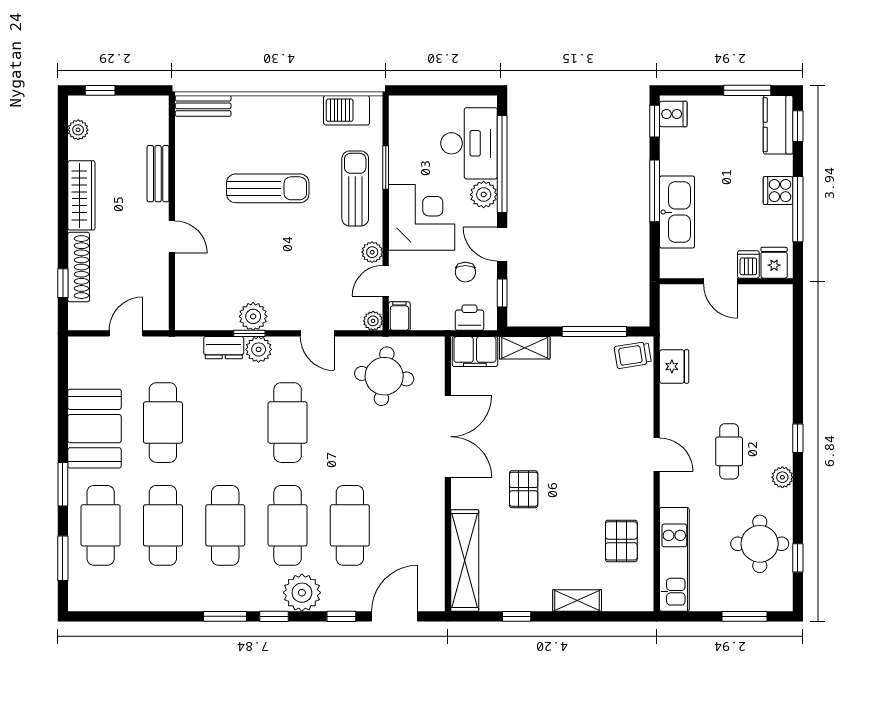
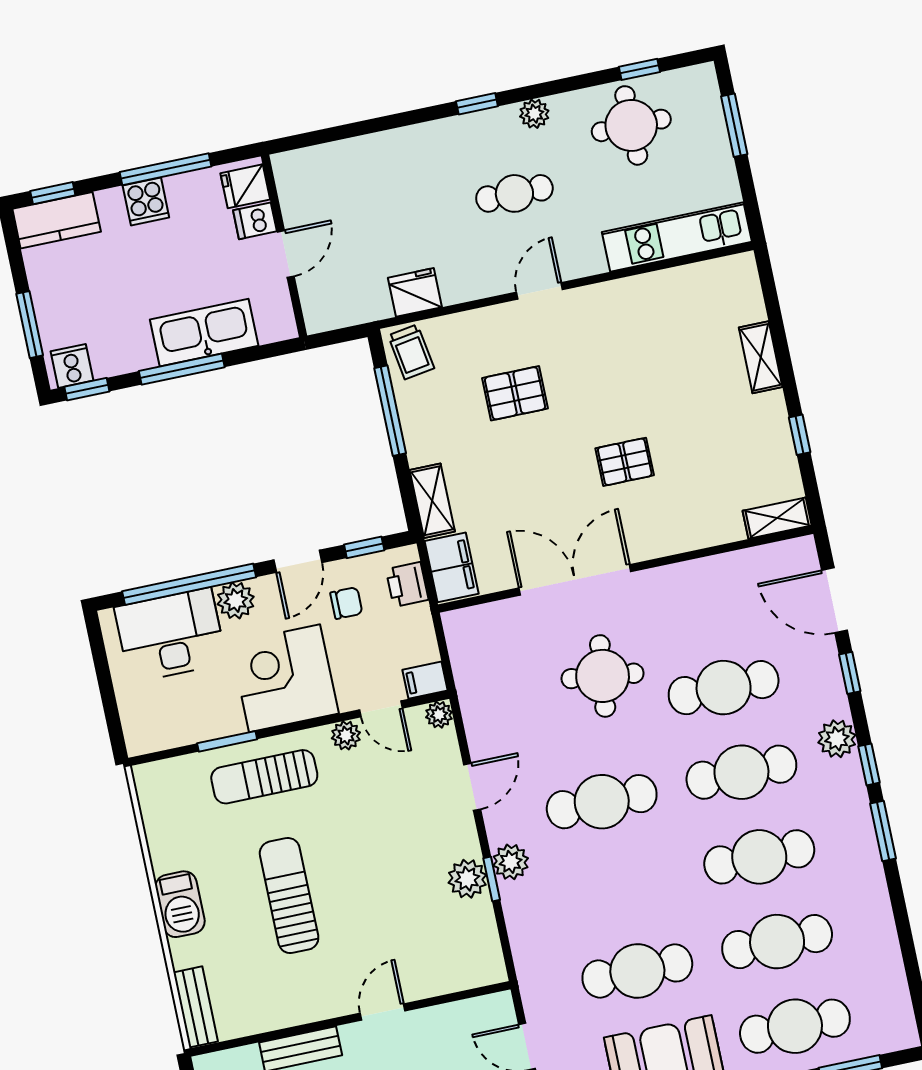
window: (747, 90) -> (30, 325), moved
barbecue: (347, 110) -> (180, 904), moved
dresser: (224, 348) -> (518, 910), removed
round table: (384, 376) -> (603, 676), moved
pallet: (621, 541) -> (515, 393), moved
shelving: (465, 560) -> (777, 518), width x0.45, depth x0.75
plant: (302, 593) -> (837, 739), width x0.73, depth x0.73

